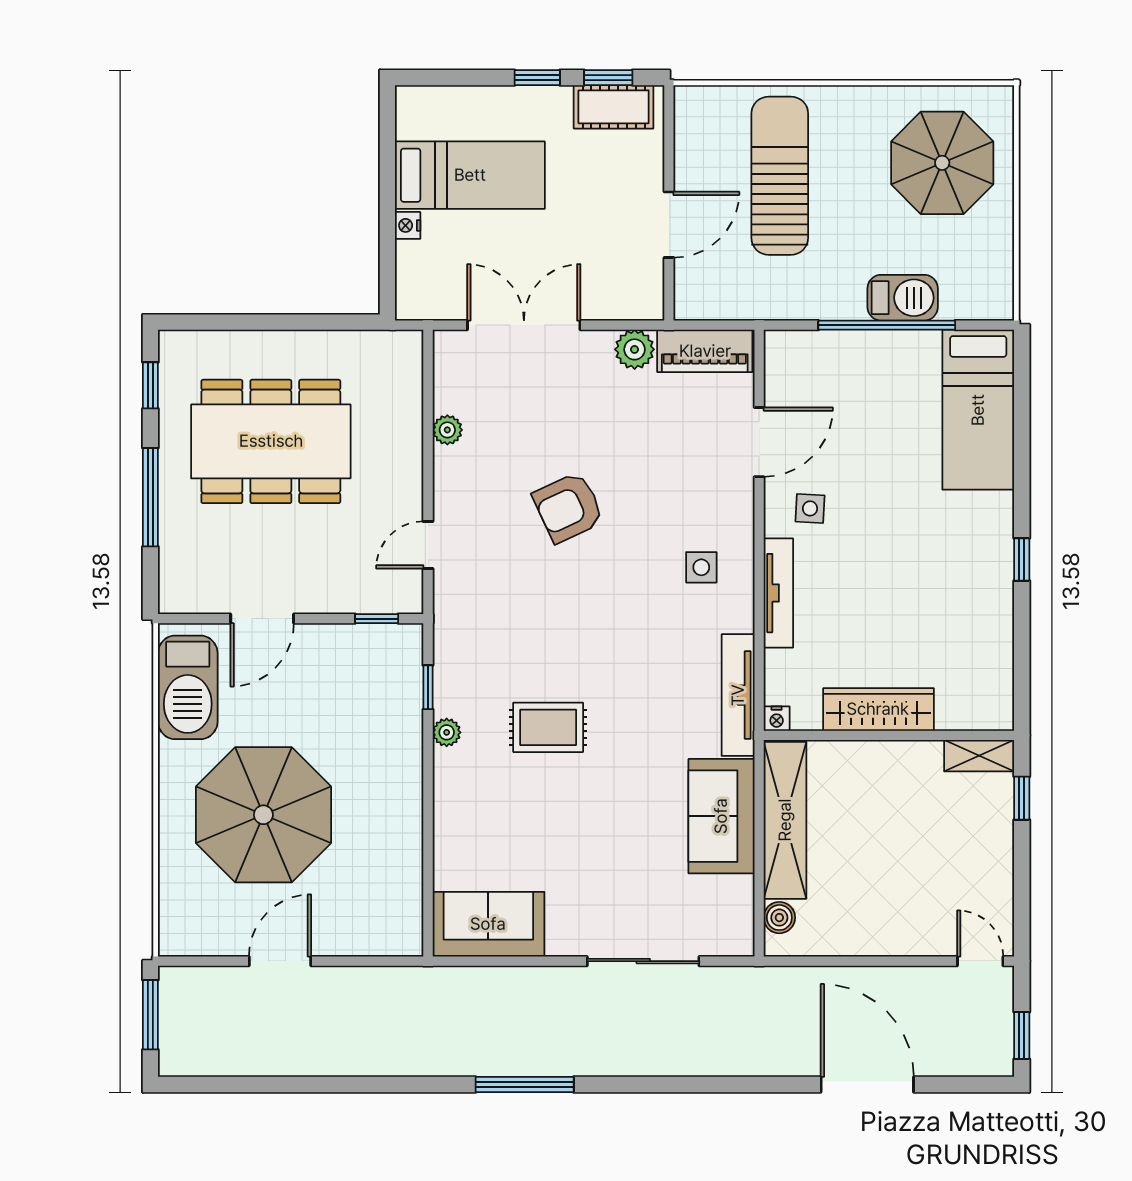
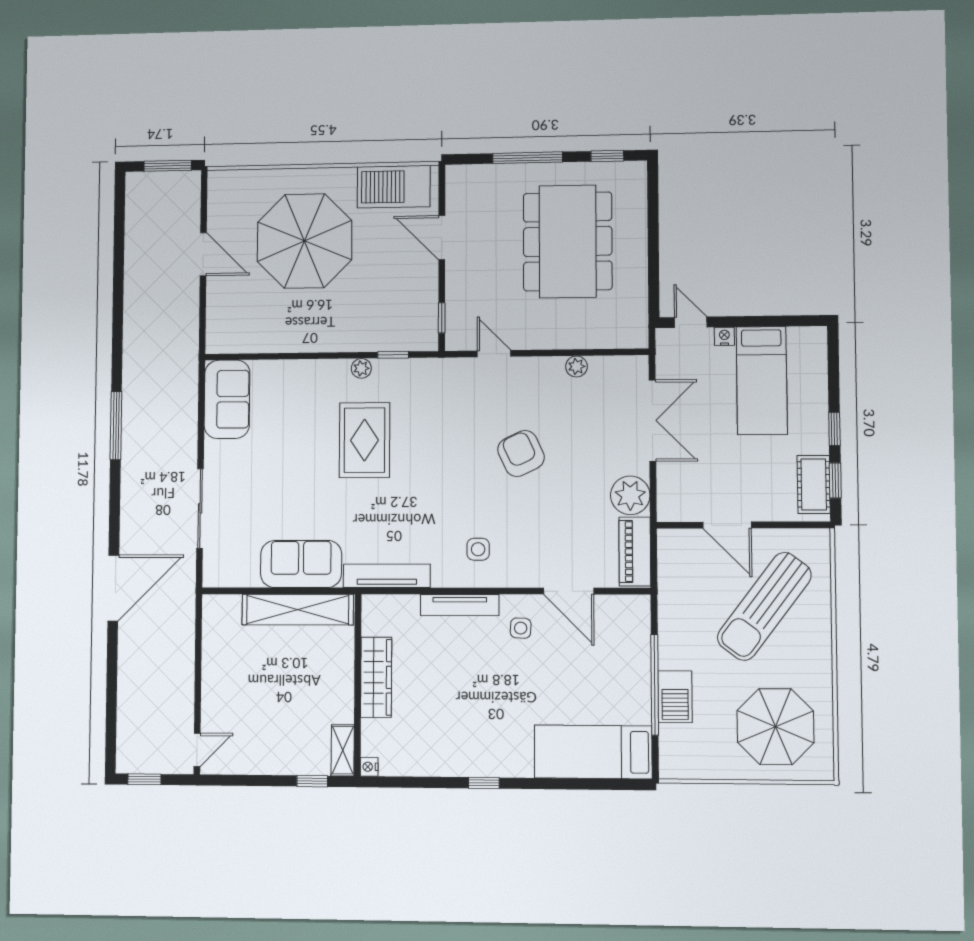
sun lounger: (780, 176) -> (764, 606), turned 127
door: (387, 272) -> (691, 322), added
plant: (635, 349) -> (630, 495), width x1.36, depth x1.36
nightstand: (777, 719) -> (369, 767), moved
rug: (548, 727) -> (364, 440), width x1.36, depth x1.43
boiler: (779, 918) -> (229, 605), removed
door: (867, 1084) -> (113, 588), moved

